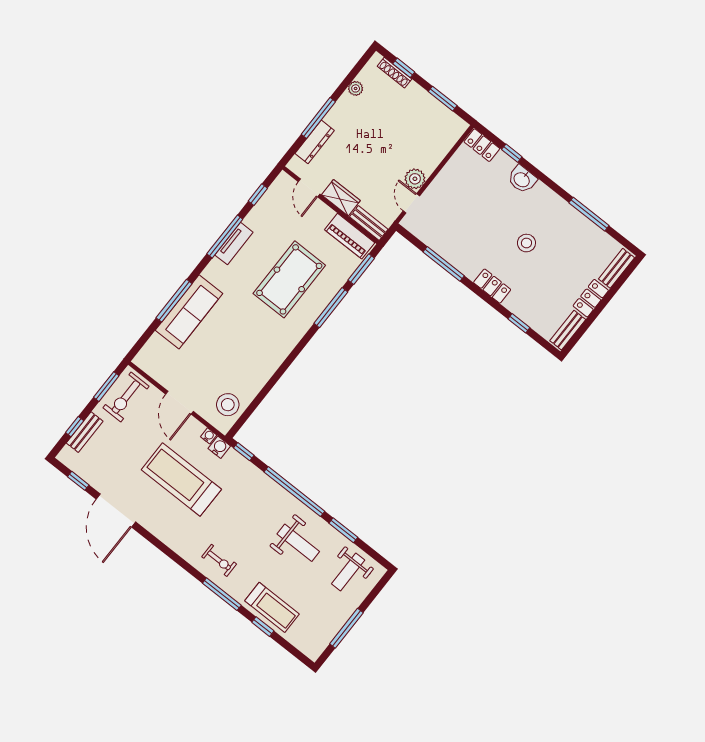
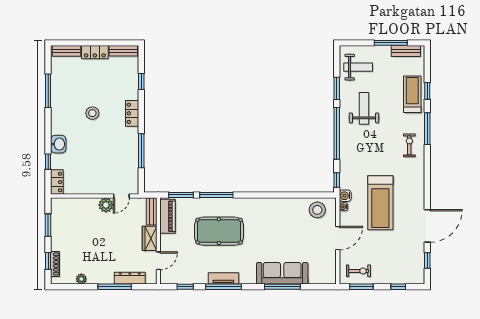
exercise bike: (126, 397) -> (359, 271), width x0.73, depth x0.72
bench: (85, 432) -> (406, 51), moved

